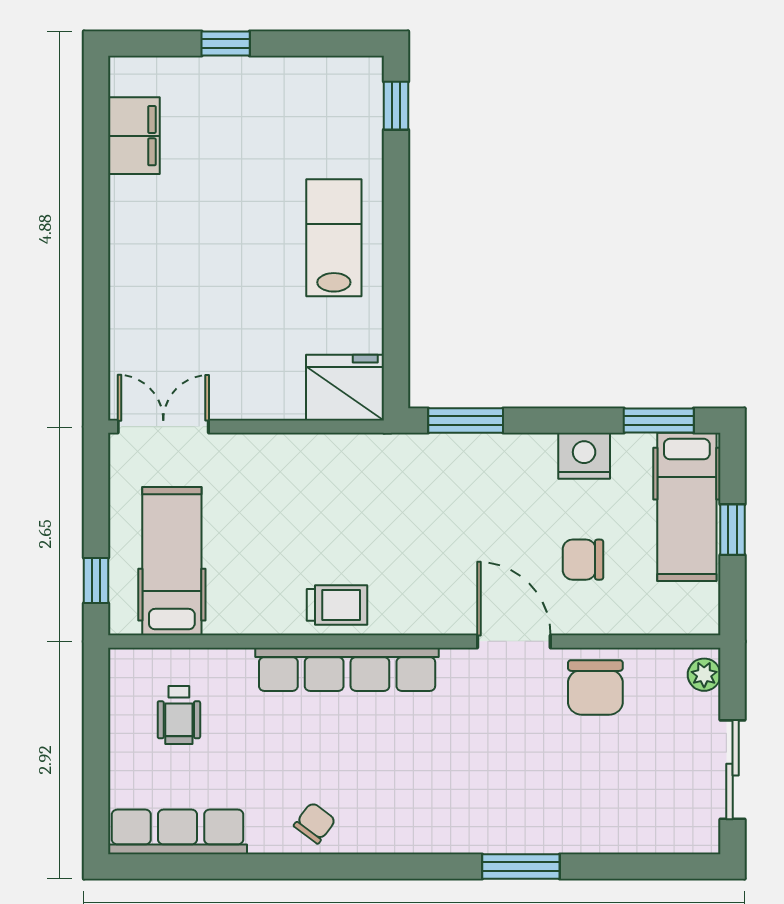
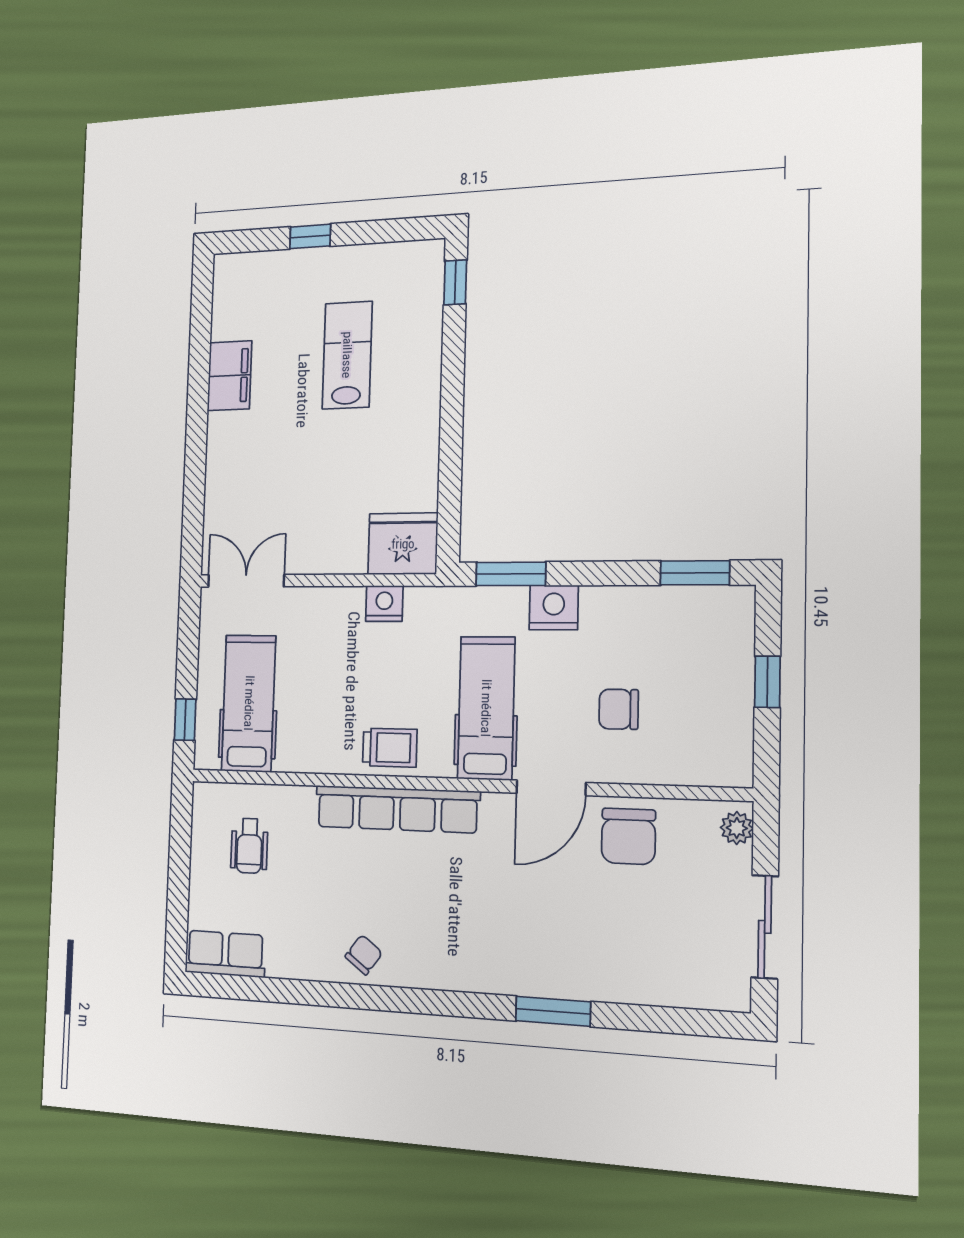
filing cabinet: (134, 136) -> (229, 376), moved
lab bench: (334, 238) -> (347, 355), moved
nightstand: (326, 452) -> (384, 604), added
nightstand: (584, 456) -> (554, 608), moved
hospital bed: (687, 507) -> (486, 708), moved, turned 180
door: (514, 641) -> (551, 788), swing flipped
row of seats: (178, 832) -> (225, 954), width x0.68

